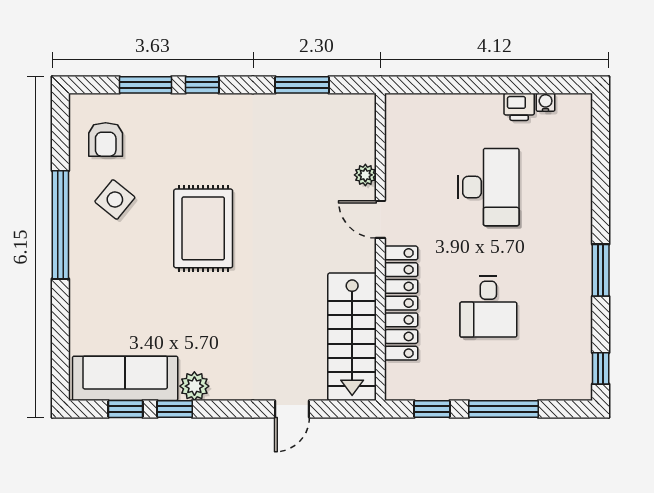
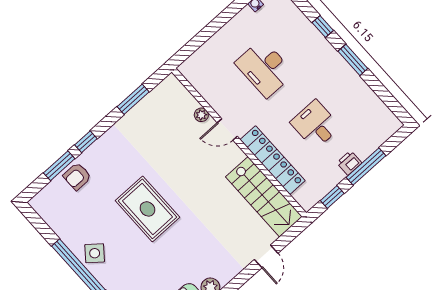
printer: (519, 107) -> (349, 163), moved, turned 180
armchair: (106, 139) -> (77, 176), moved, turned 90
desk: (488, 187) -> (265, 68), turned 180
side table: (115, 199) -> (95, 253), moved
desk: (488, 307) -> (315, 125), turned 180
window: (601, 368) -> (323, 26), moved

